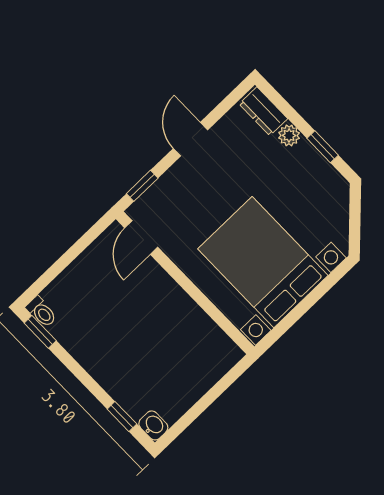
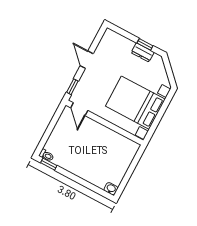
dresser: (263, 111) -> (143, 52), moved
plant: (289, 135) -> (129, 44), removed
window: (122, 416) -> (96, 189), removed

